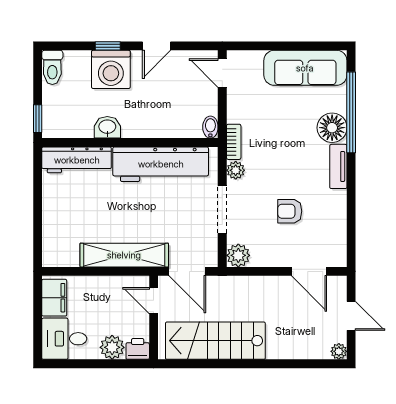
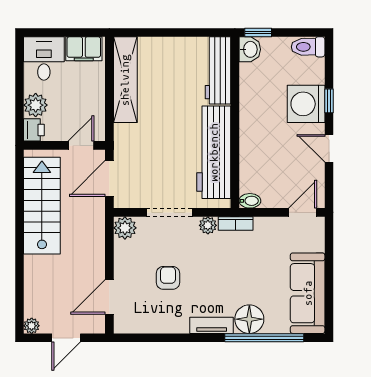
washbasin: (107, 127) -> (250, 49), moved
shelving: (124, 255) -> (125, 80), moved

